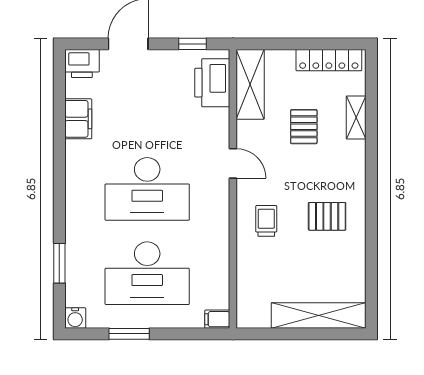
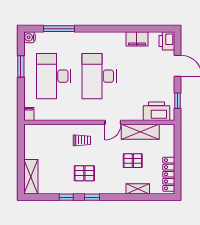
shelving: (250, 84) -> (140, 132), moved
window: (371, 202) -> (92, 197), added
pallet: (327, 216) -> (84, 173), turned 90
window: (371, 250) -> (66, 197), added
window: (59, 263) -> (59, 29), width x1.44
shelving: (319, 316) -> (31, 177), width x0.68

